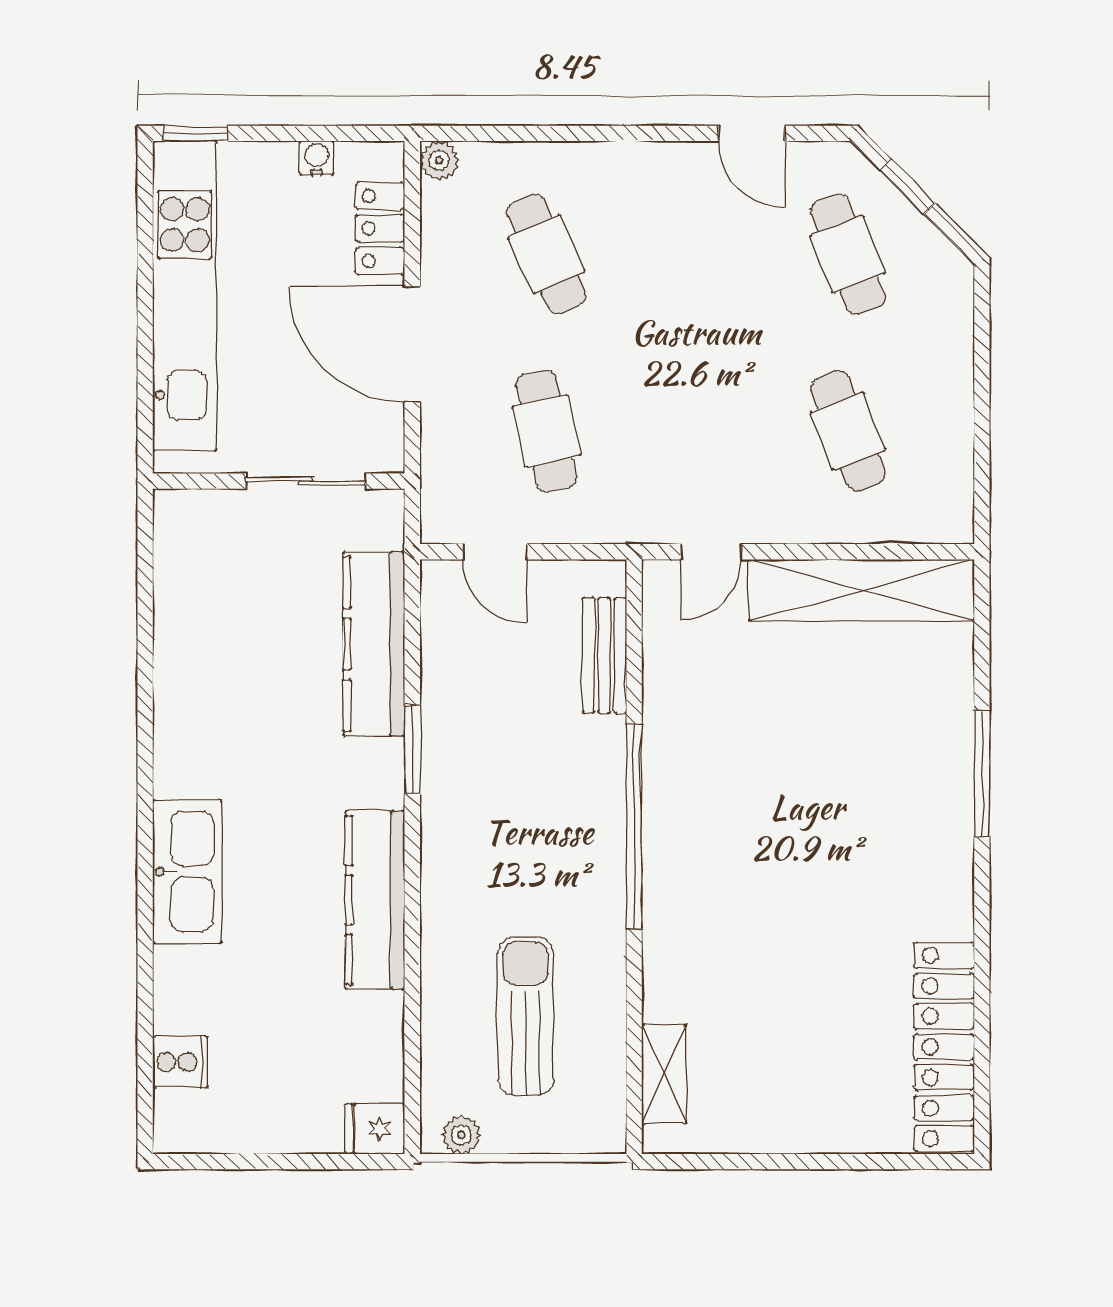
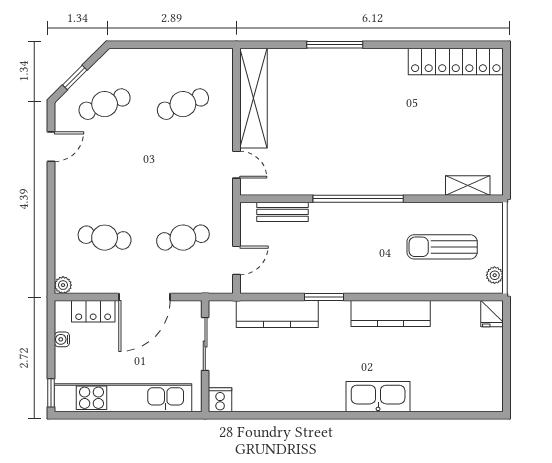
cafe table: (546, 254) -> (105, 238), turned 33
cooker: (180, 1062) -> (220, 400), moved

